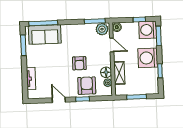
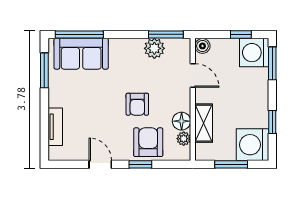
plant: (102, 29) -> (154, 48), moved
washing machine: (148, 58) -> (253, 145), moved

